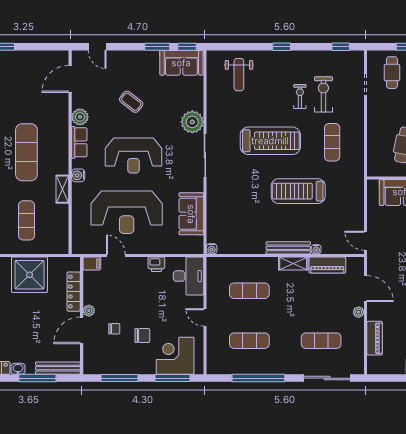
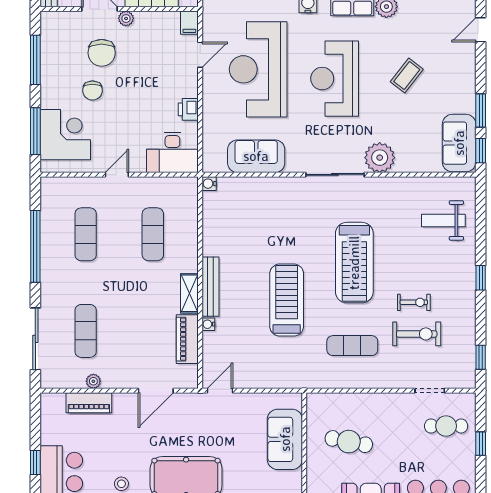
plant: (359, 312) -> (93, 381), moved
chair: (114, 329) -> (102, 53), width x1.87, depth x1.87

